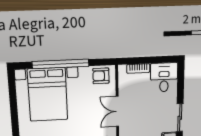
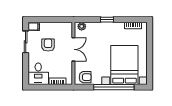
armchair: (151, 115) -> (48, 45), added

